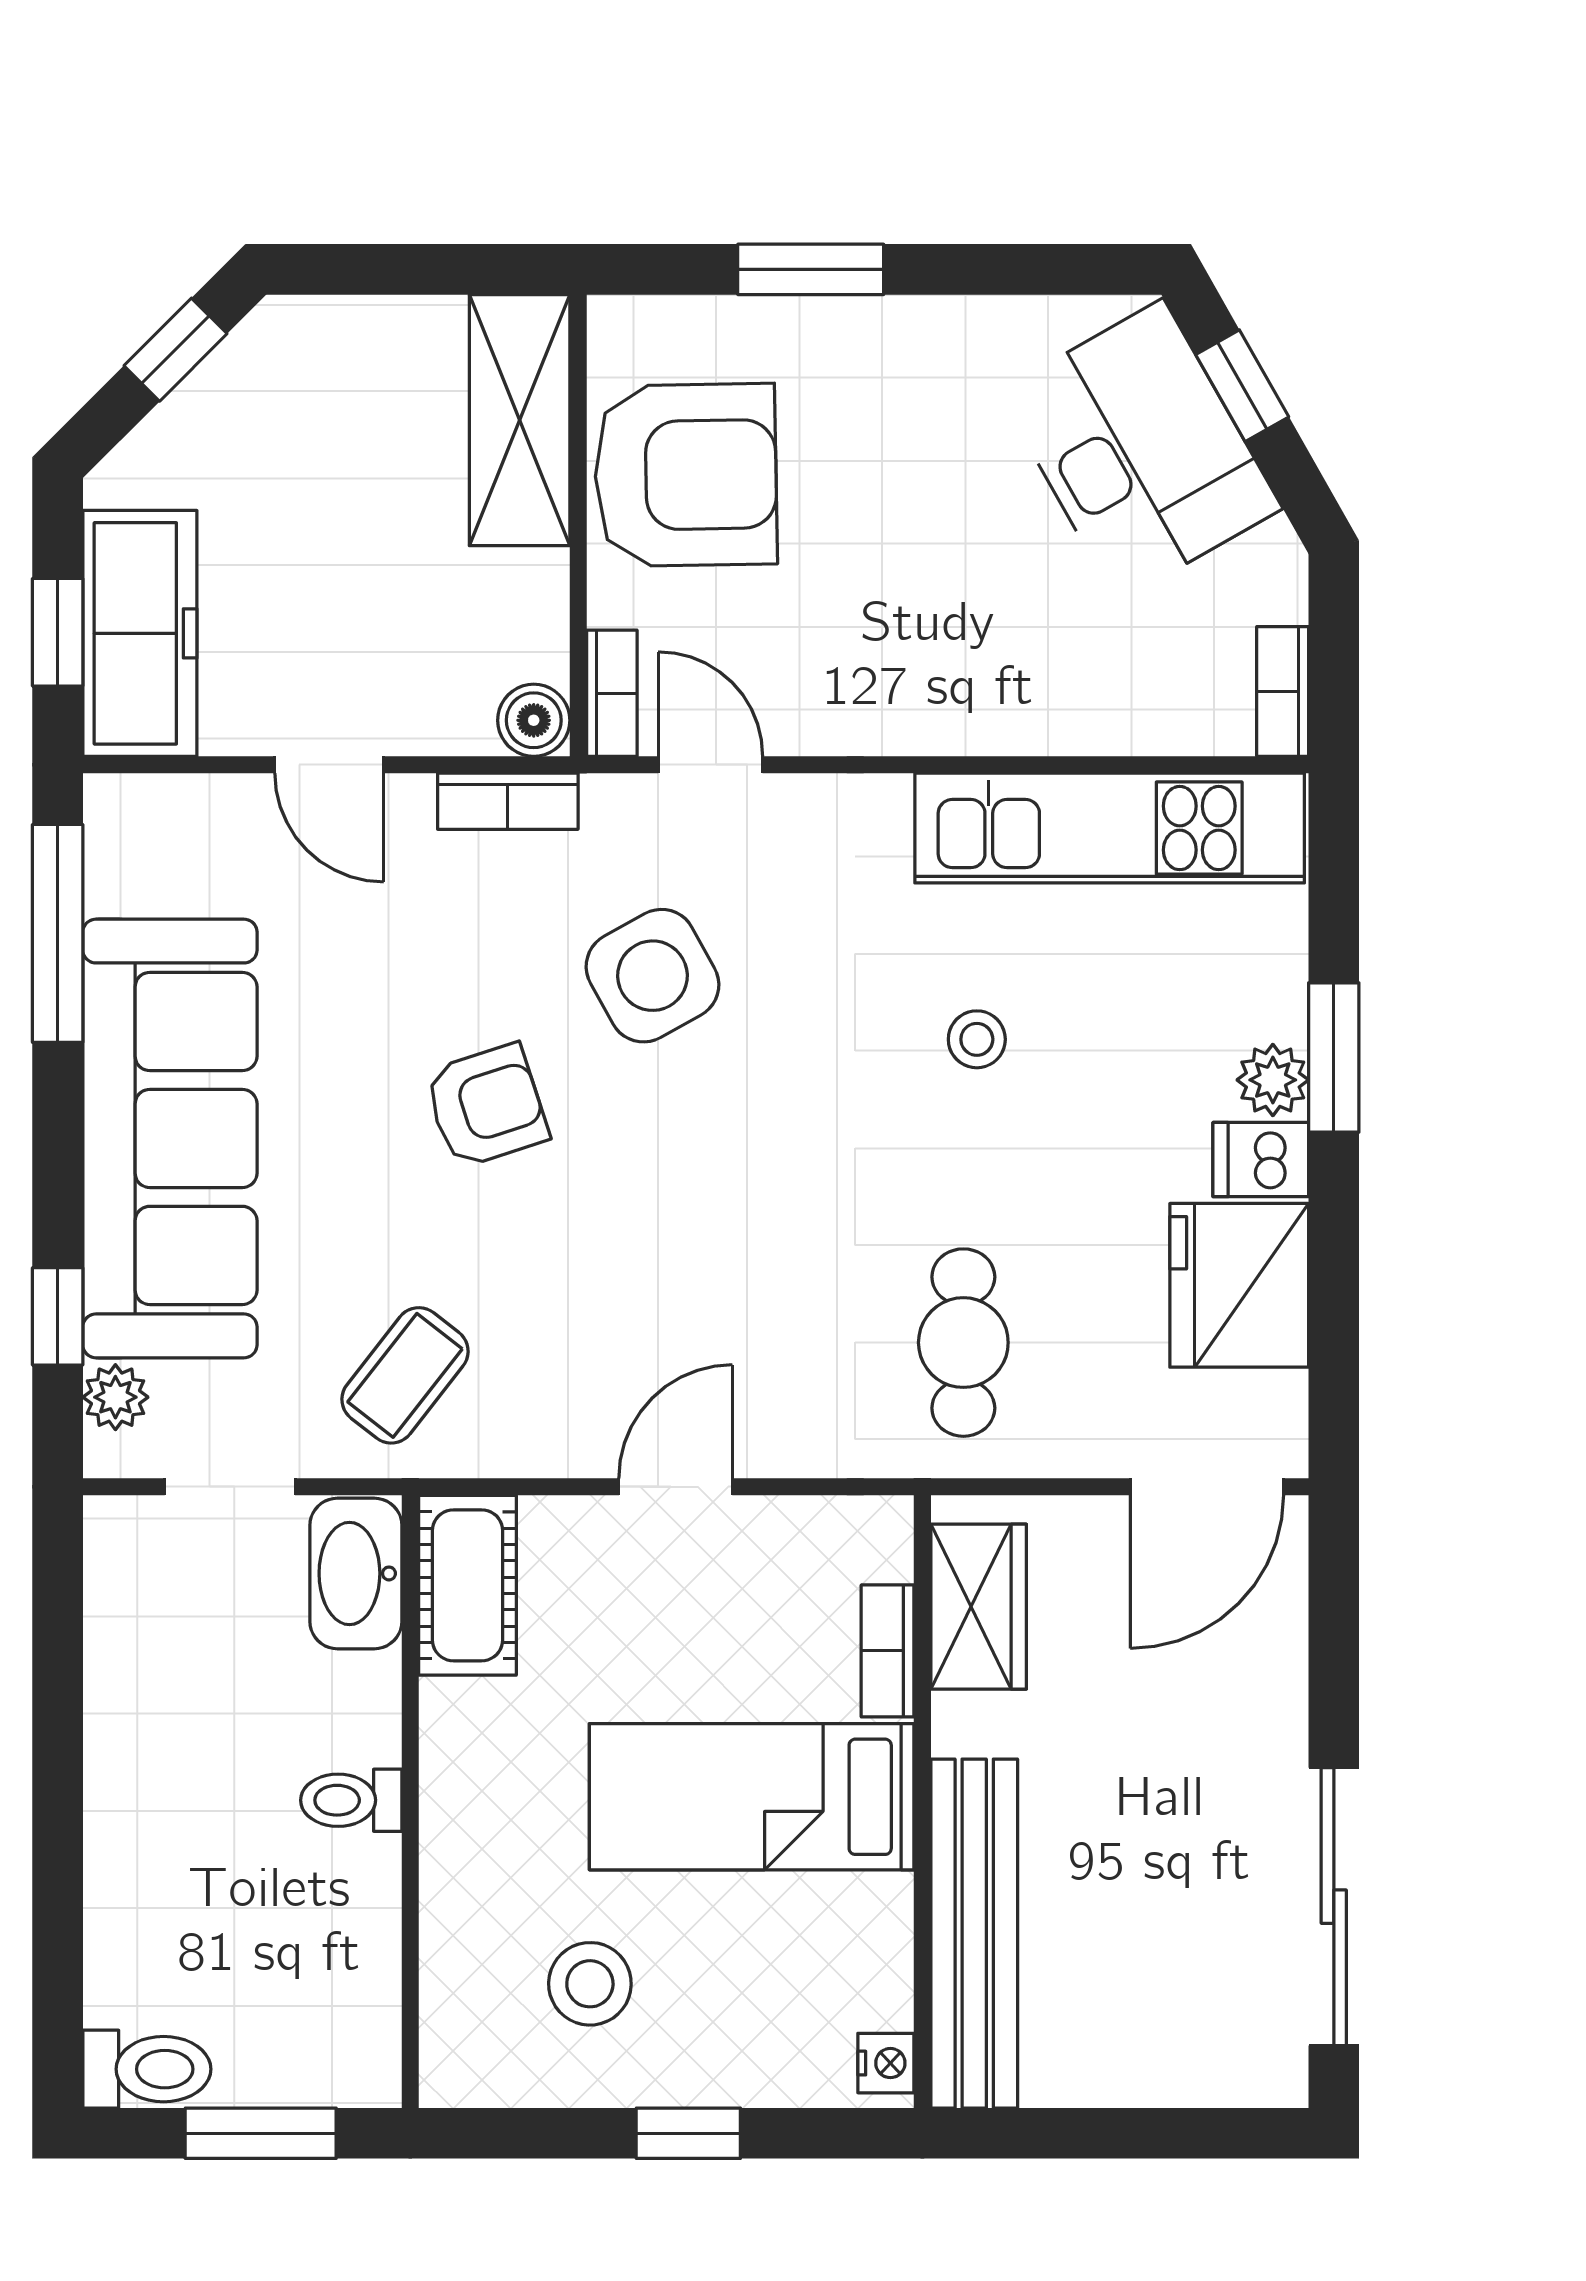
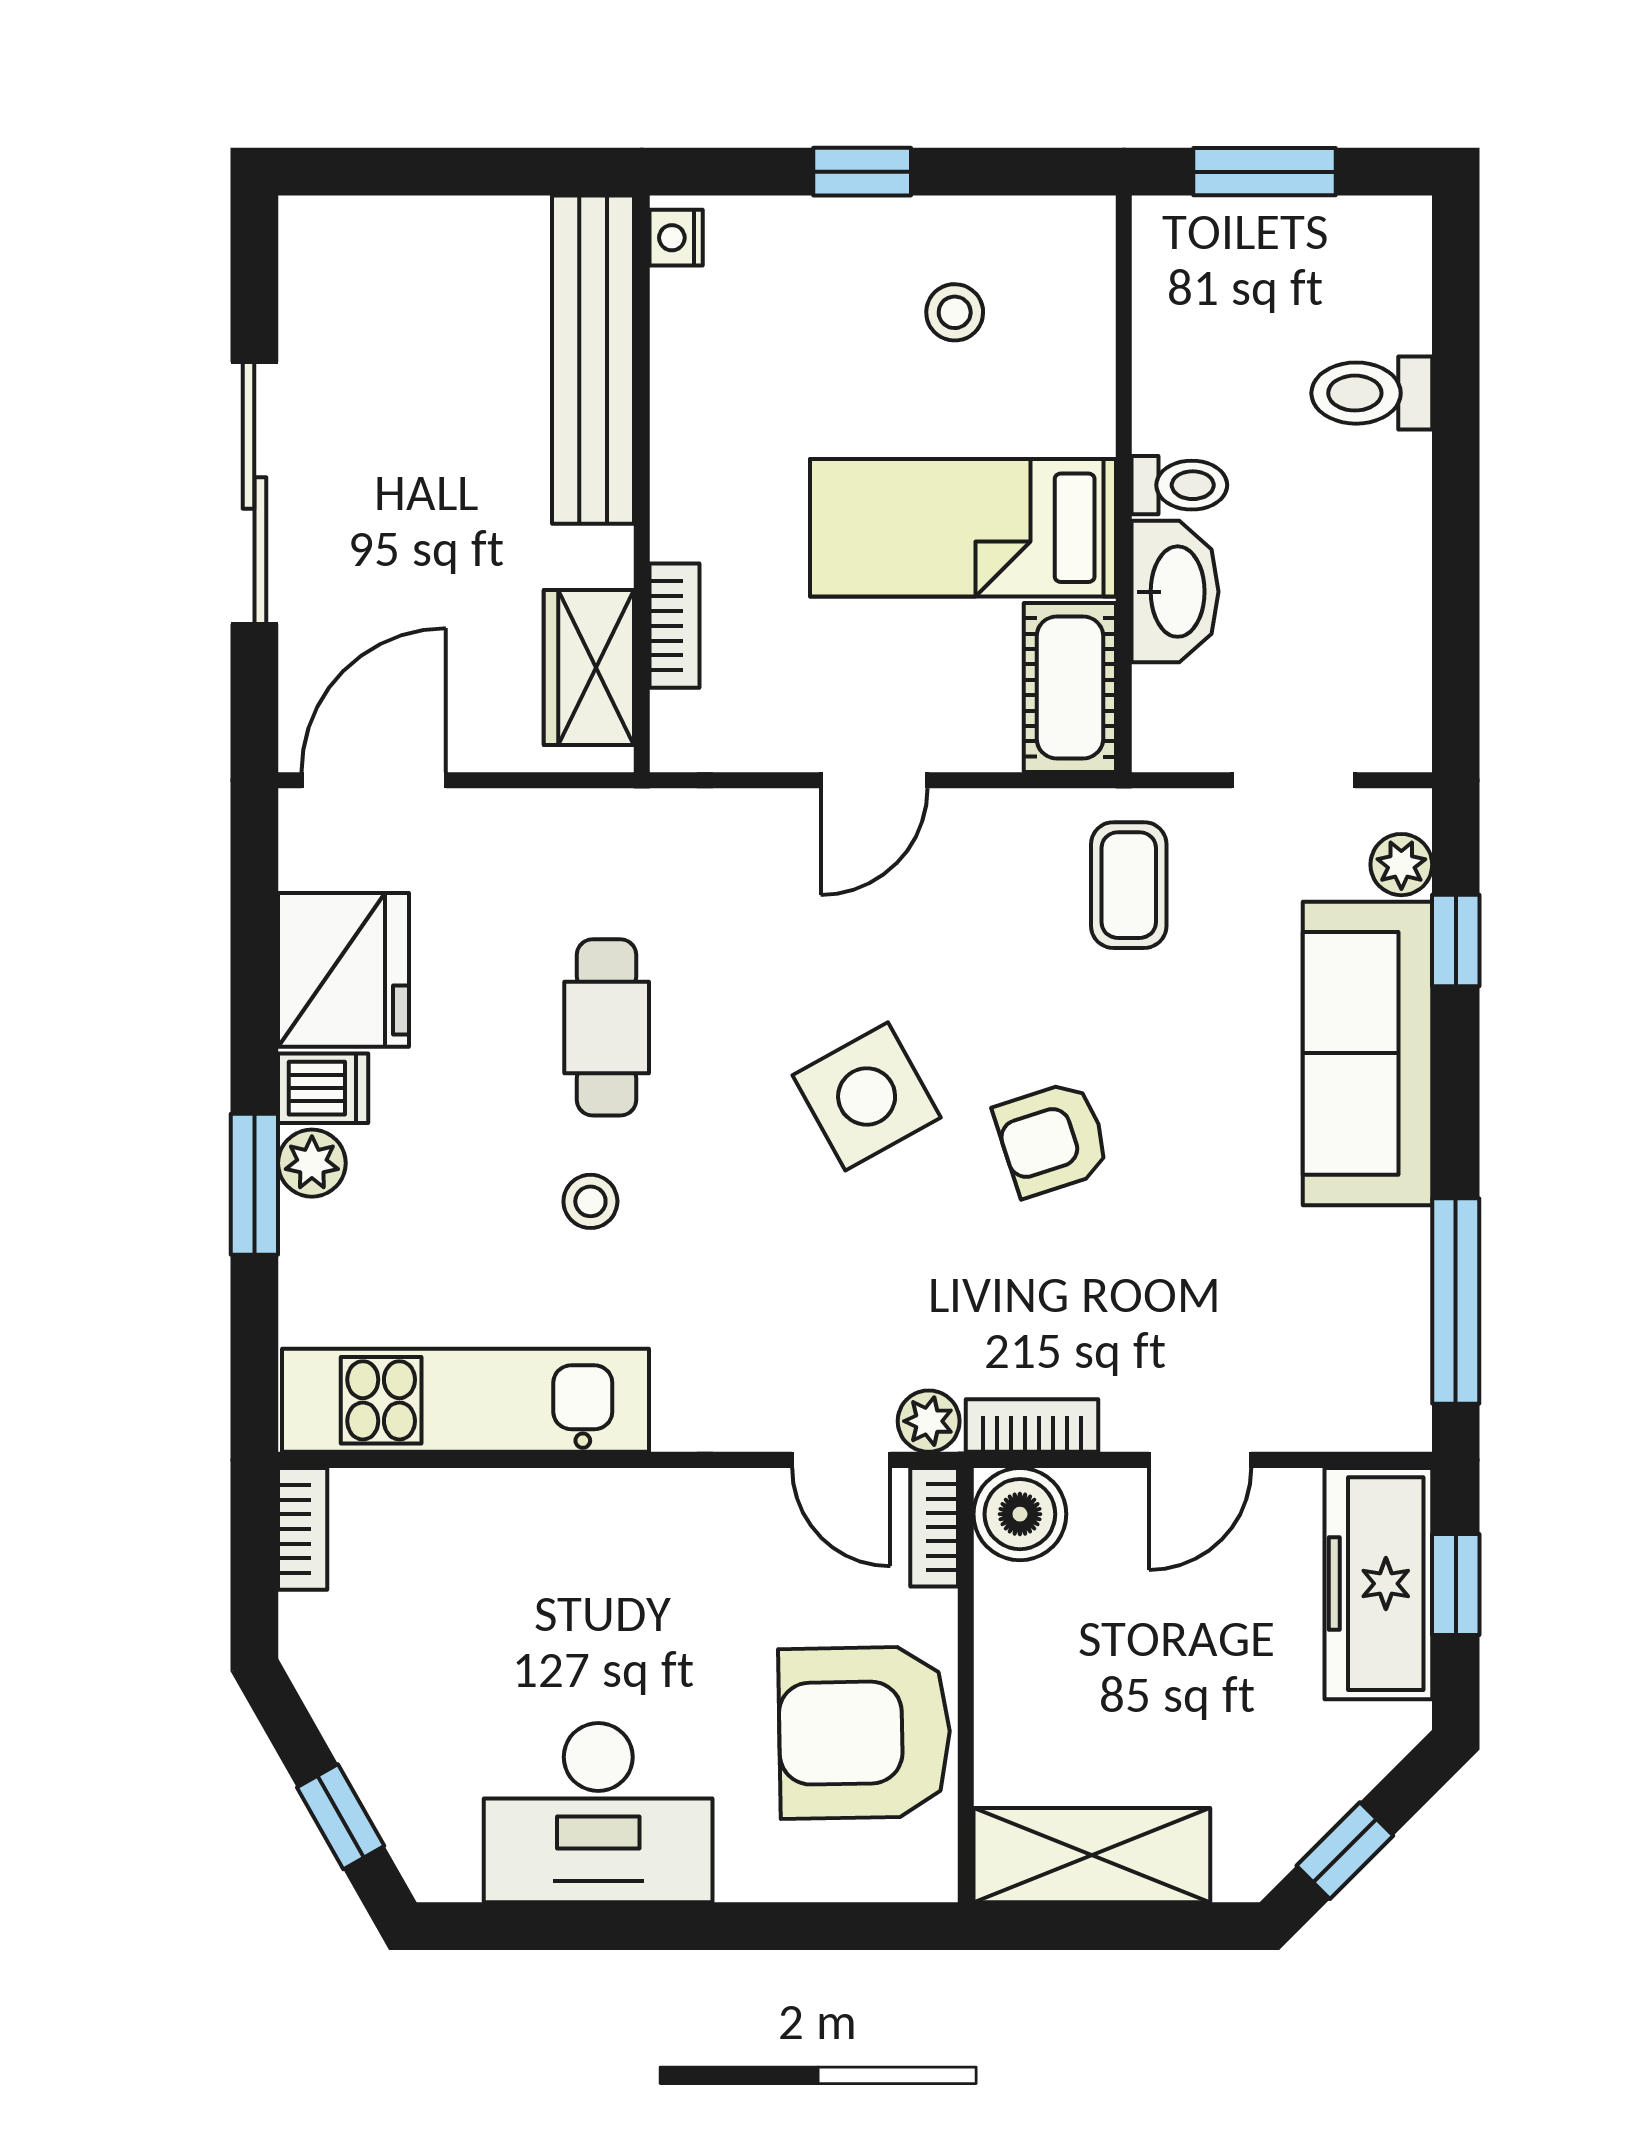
window: (811, 269) -> (747, 1926), removed
shelving: (520, 420) -> (1092, 1855), moved, turned 90
desk: (1140, 450) -> (598, 1813), moved, turned -60
boiler: (534, 720) -> (1020, 1514), width x1.36, depth x1.36
door: (329, 765) -> (1200, 1460), swing flipped
plant: (618, 806) -> (929, 1421), added
side table: (653, 976) -> (867, 1096), moved
sofa: (170, 1138) -> (1367, 1053), width x0.74, depth x0.79
cafe table: (963, 1343) -> (607, 1027), moved
coffee table: (405, 1375) -> (1129, 885), turned -38
washbasin: (356, 1573) -> (1175, 592), moved
bed: (752, 1797) -> (963, 528), moved, turned 180
sliding door: (1334, 1907) -> (254, 493), moved
stool: (590, 1984) -> (955, 312), width x0.73, depth x0.73
toilet: (147, 2069) -> (1372, 393), moved

